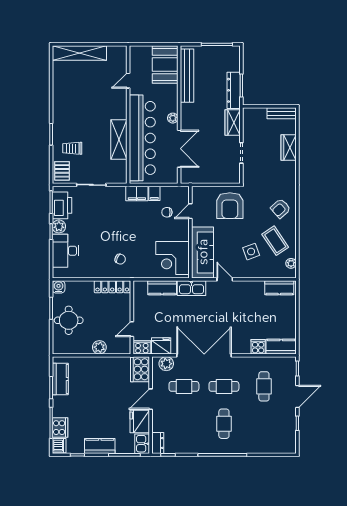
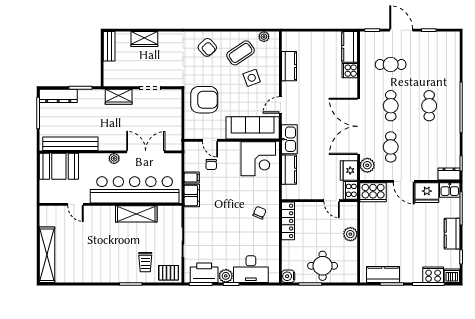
dresser: (234, 90) -> (58, 96), moved
kitchen counter: (279, 288) -> (289, 66), moved
cafe table: (224, 424) -> (429, 106), turned 90

